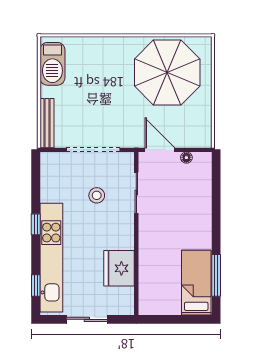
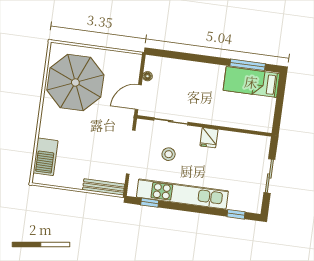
barbecue: (52, 64) -> (45, 157), moved, turned 90
window: (36, 224) -> (150, 203), moved
kitchen unit: (51, 258) -> (182, 194), moved
fridge: (119, 268) -> (209, 138), moved, width x0.53, depth x0.75

